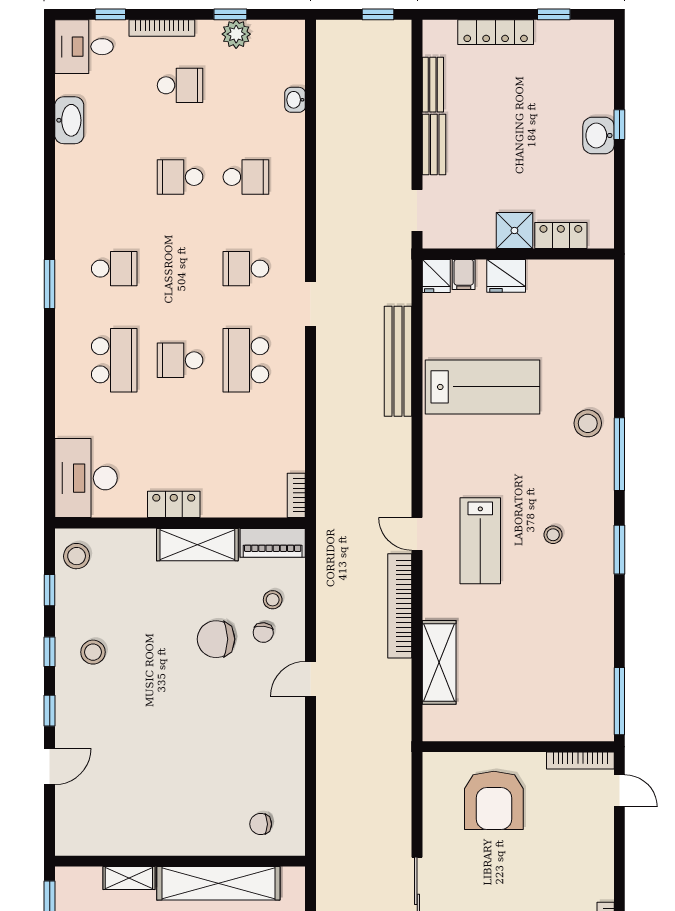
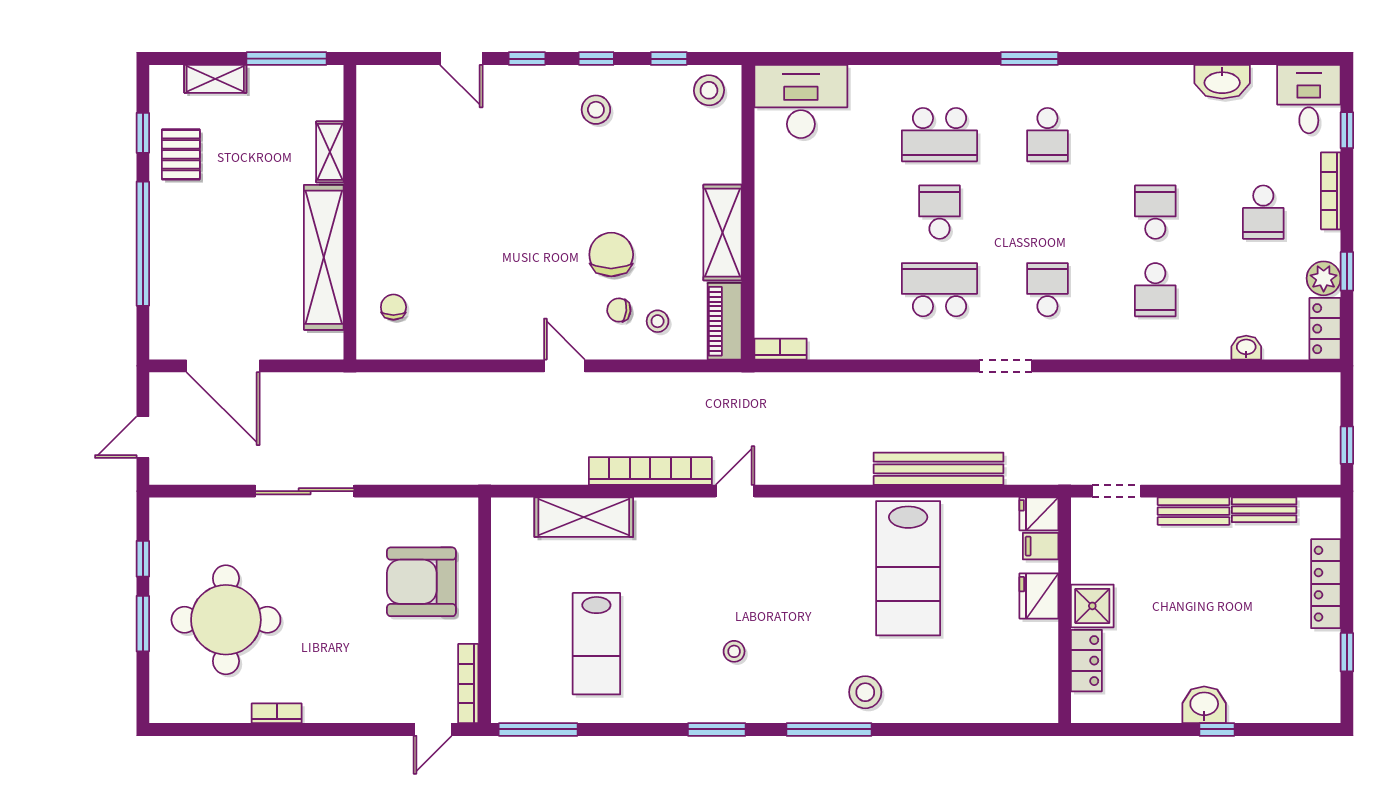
locker: (174, 504) -> (1325, 329), moved, turned 180
lab bench: (480, 541) -> (596, 644), moved, turned -90

